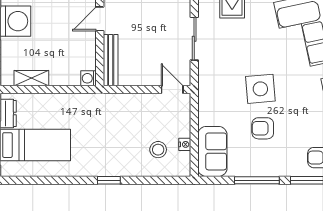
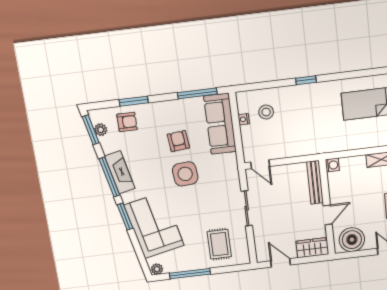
armchair: (263, 128) -> (178, 141), turned -96
sofa: (212, 151) -> (220, 124), width x1.36
window: (257, 180) -> (197, 93), moved

